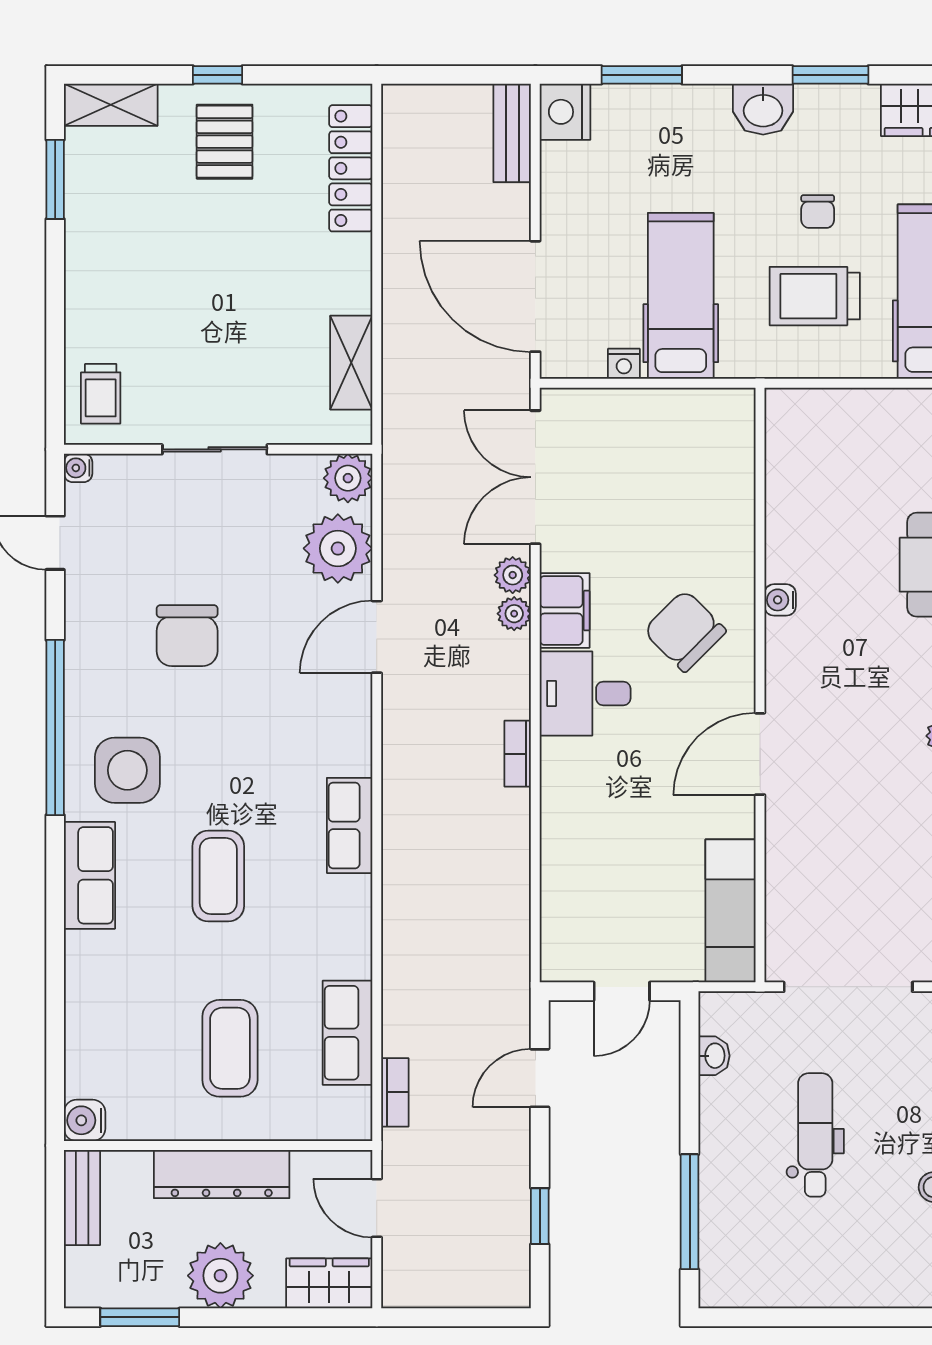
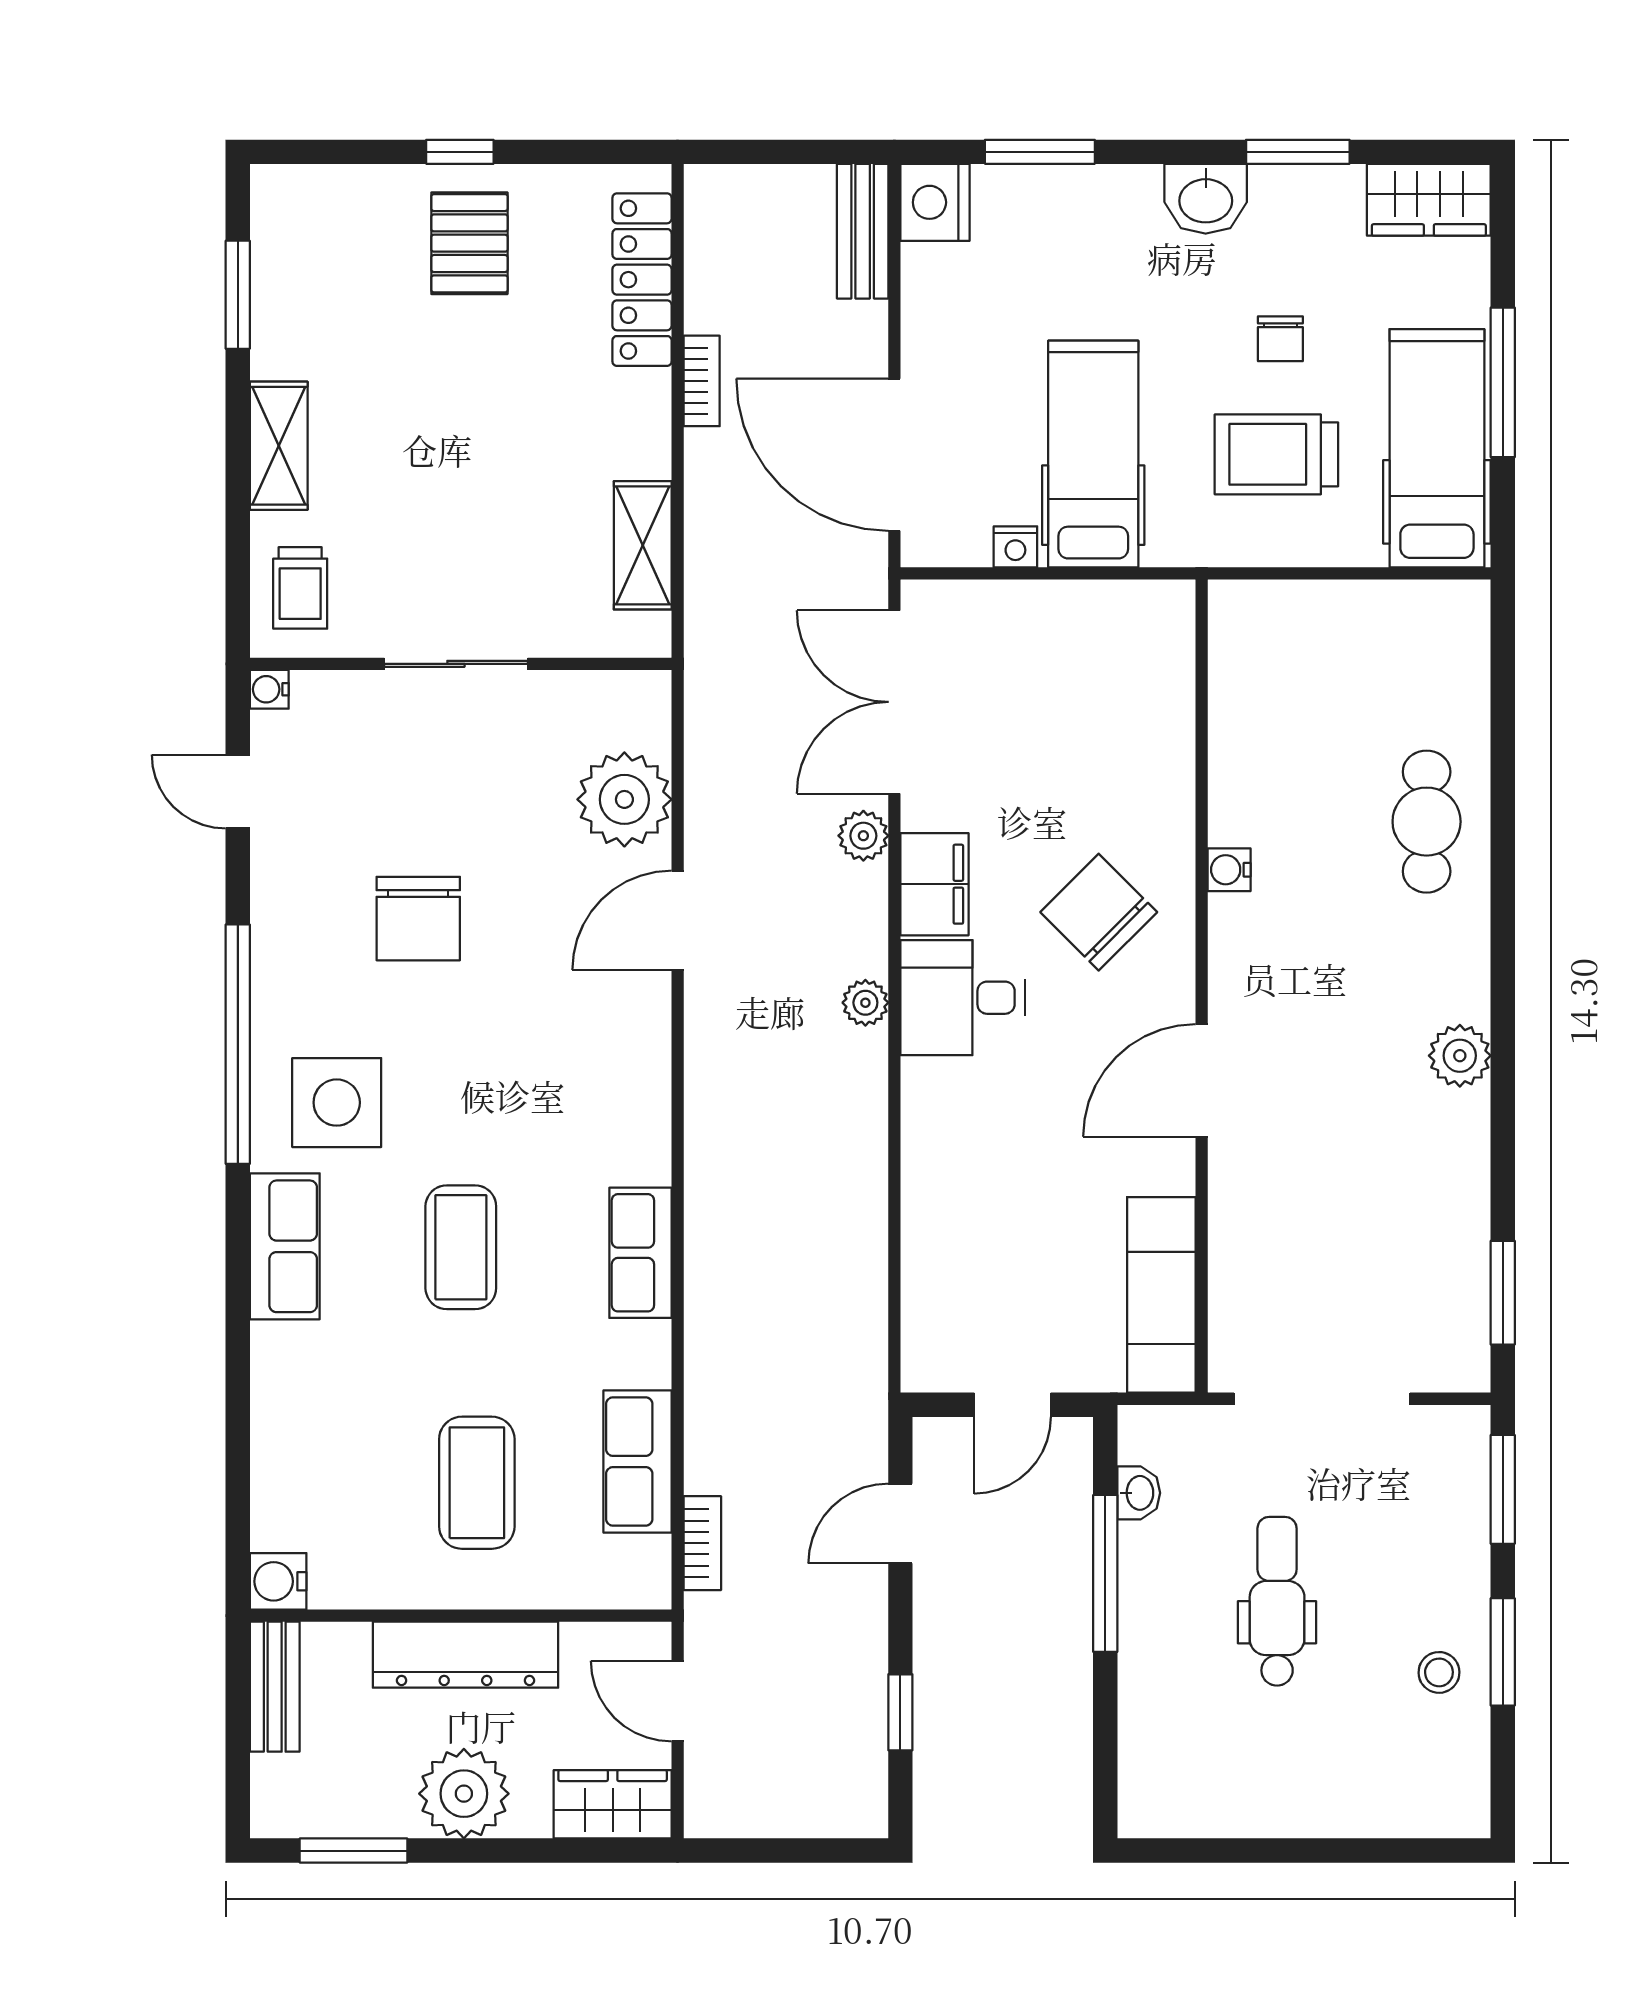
shelving: (111, 105) -> (279, 446), moved, turned 90
plant: (348, 478) -> (638, 703), removed
plant: (514, 614) -> (865, 1003), moved
bookcase: (518, 754) -> (702, 381), moved, turned 180
row of seats: (350, 825) -> (640, 1253), moved
window: (690, 1212) -> (1105, 1573), moved

